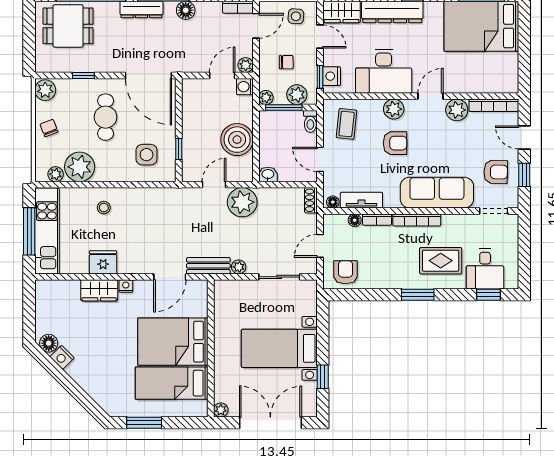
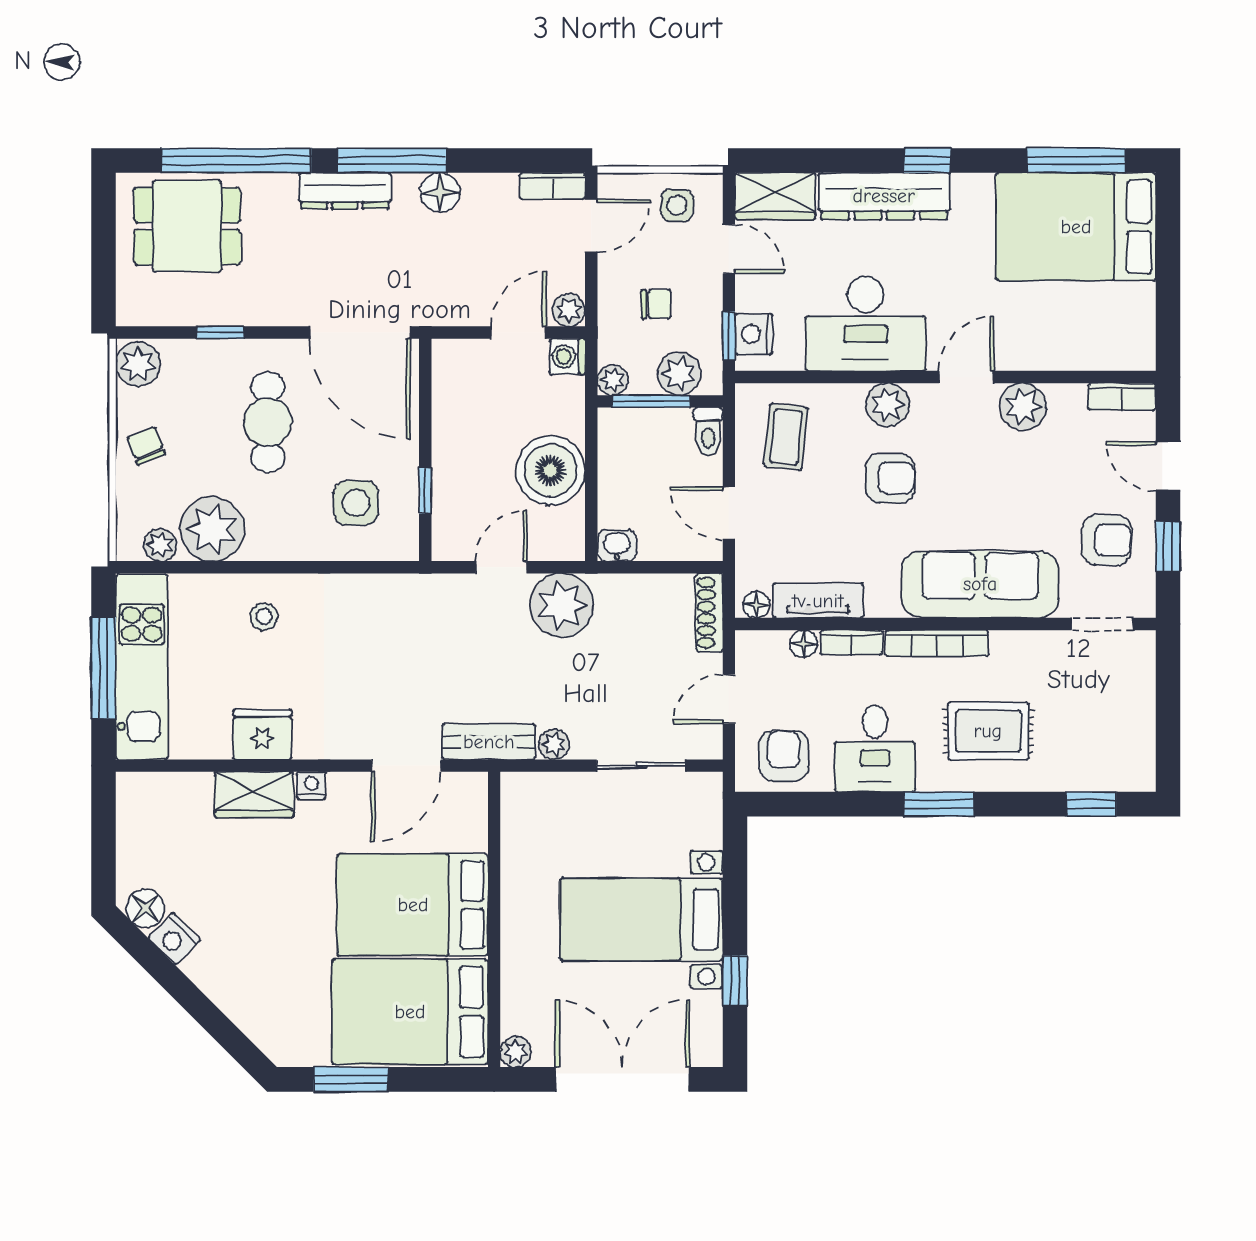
bookcase: (494, 105) -> (1122, 397), width x0.64
shoe rack: (311, 200) -> (709, 613), width x1.43
desk: (485, 269) -> (875, 749), moved
bed: (172, 383) -> (410, 1012), width x1.50

